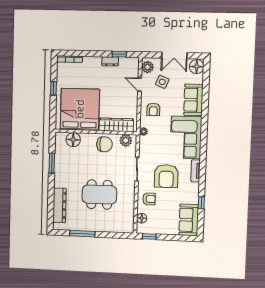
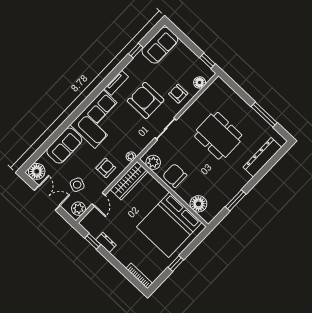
wardrobe: (116, 125) -> (129, 181), moved, turned -90
armchair: (166, 176) -> (146, 100), turned -90

